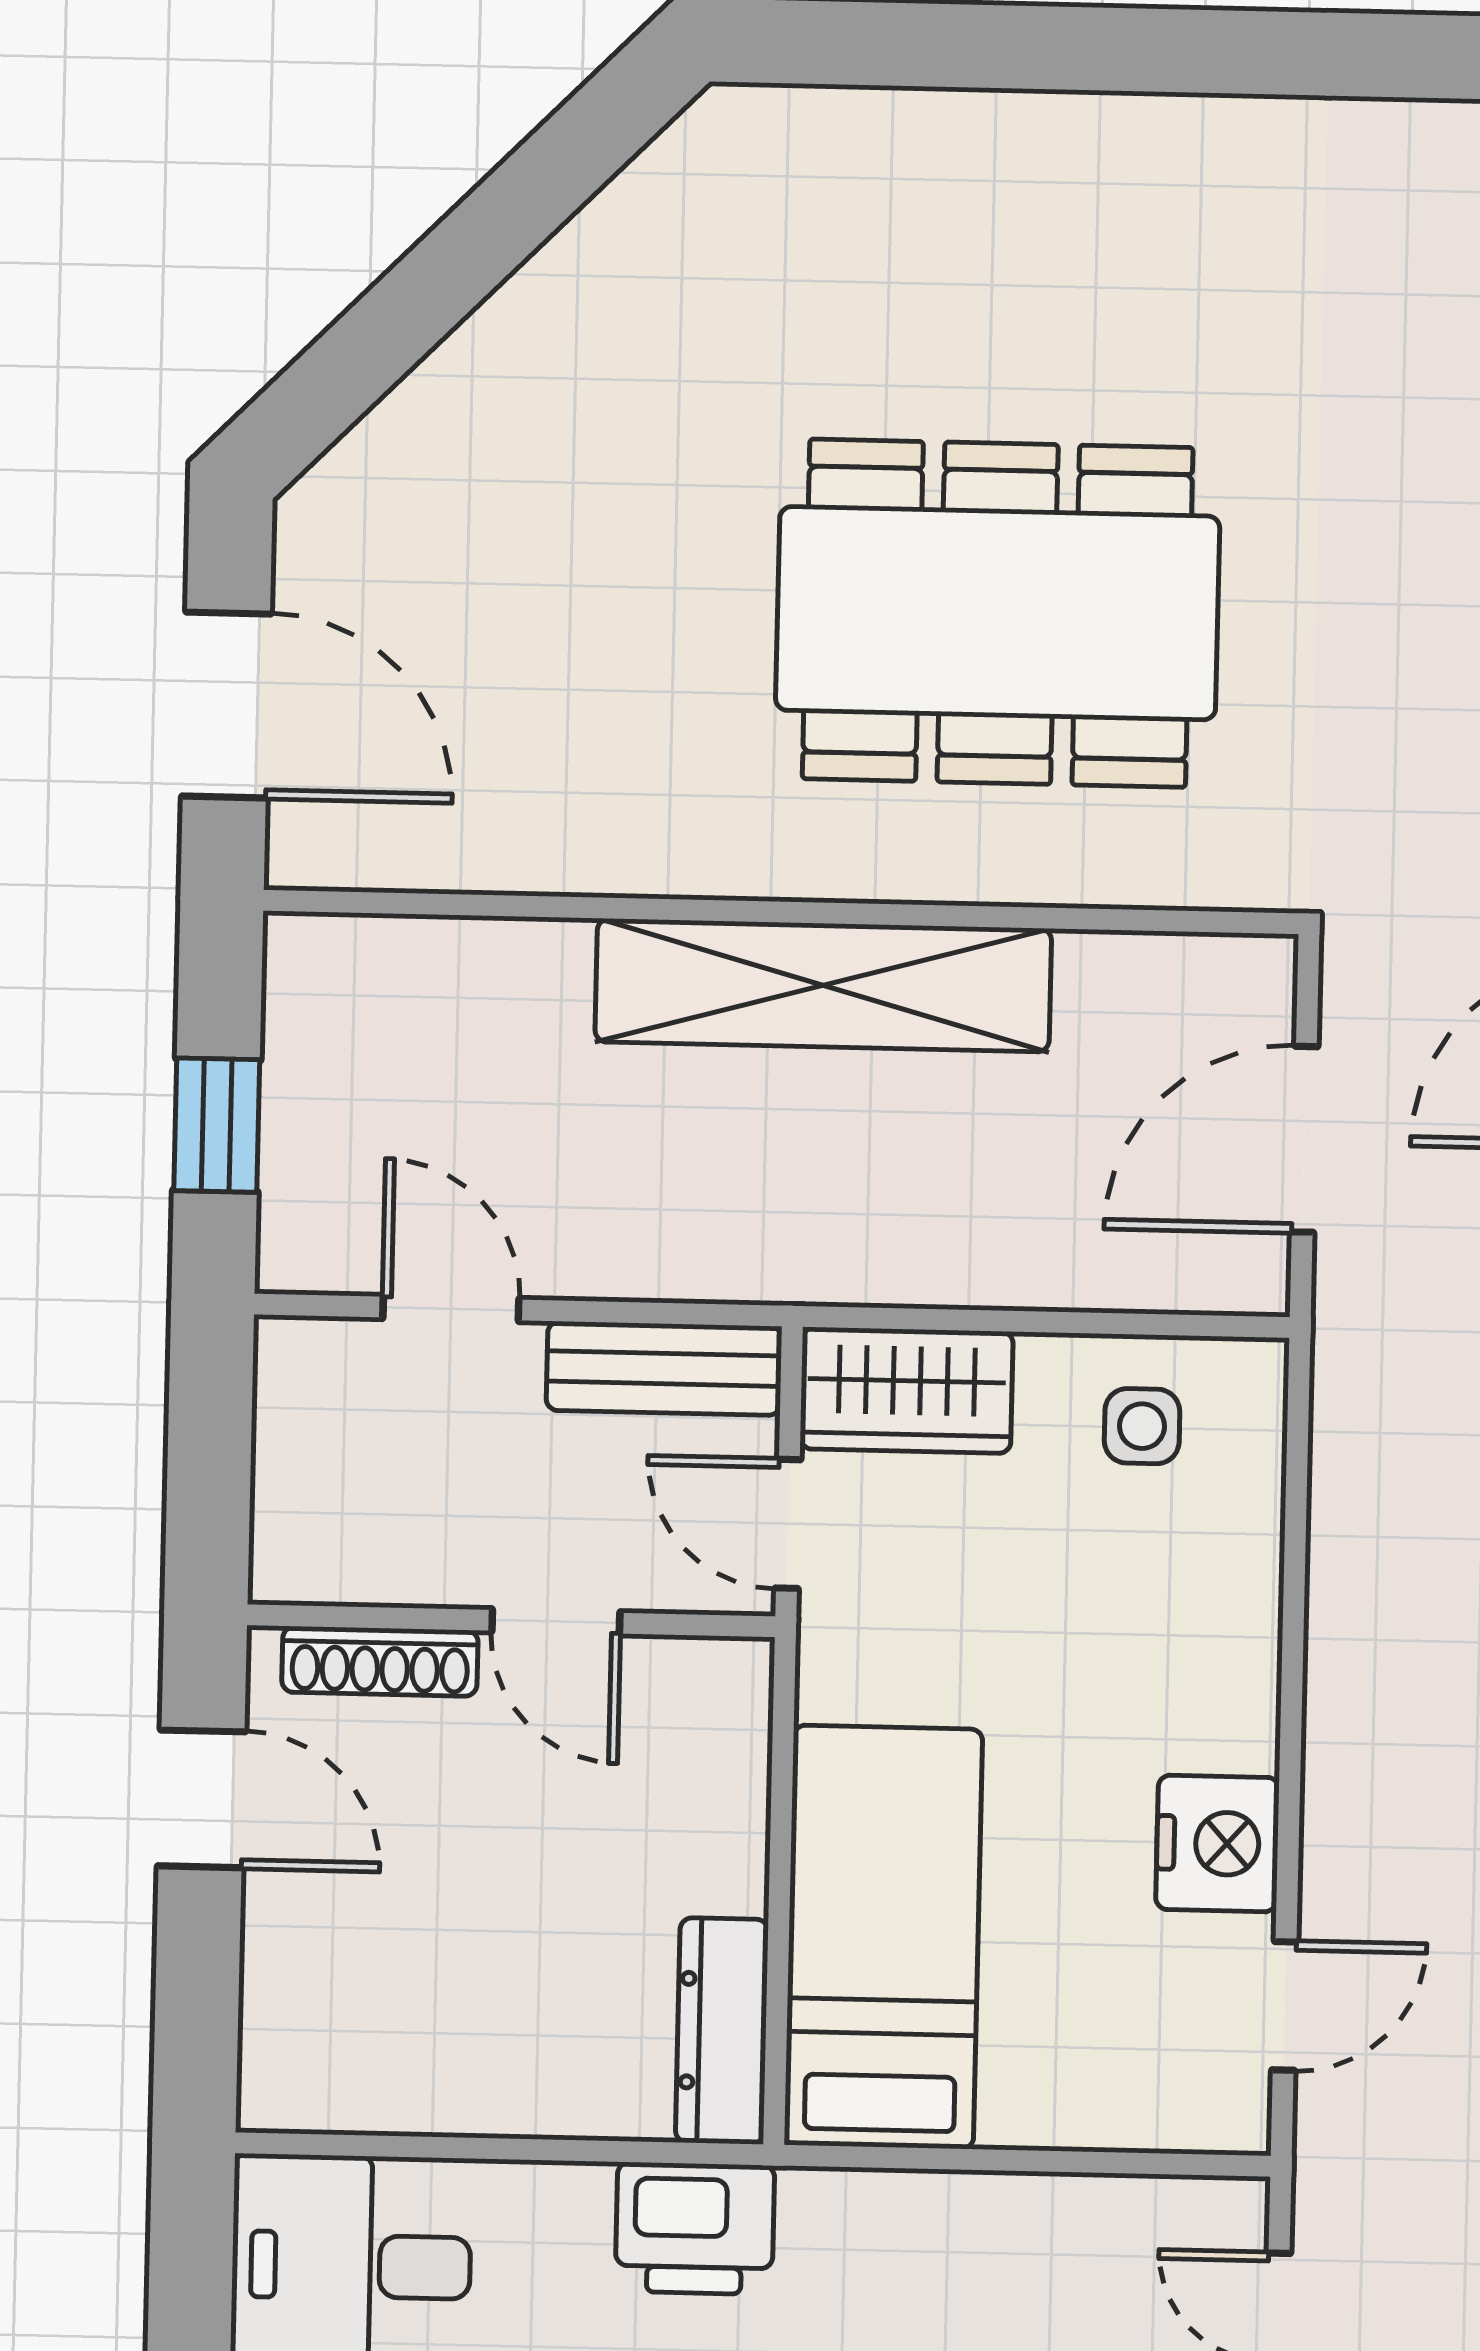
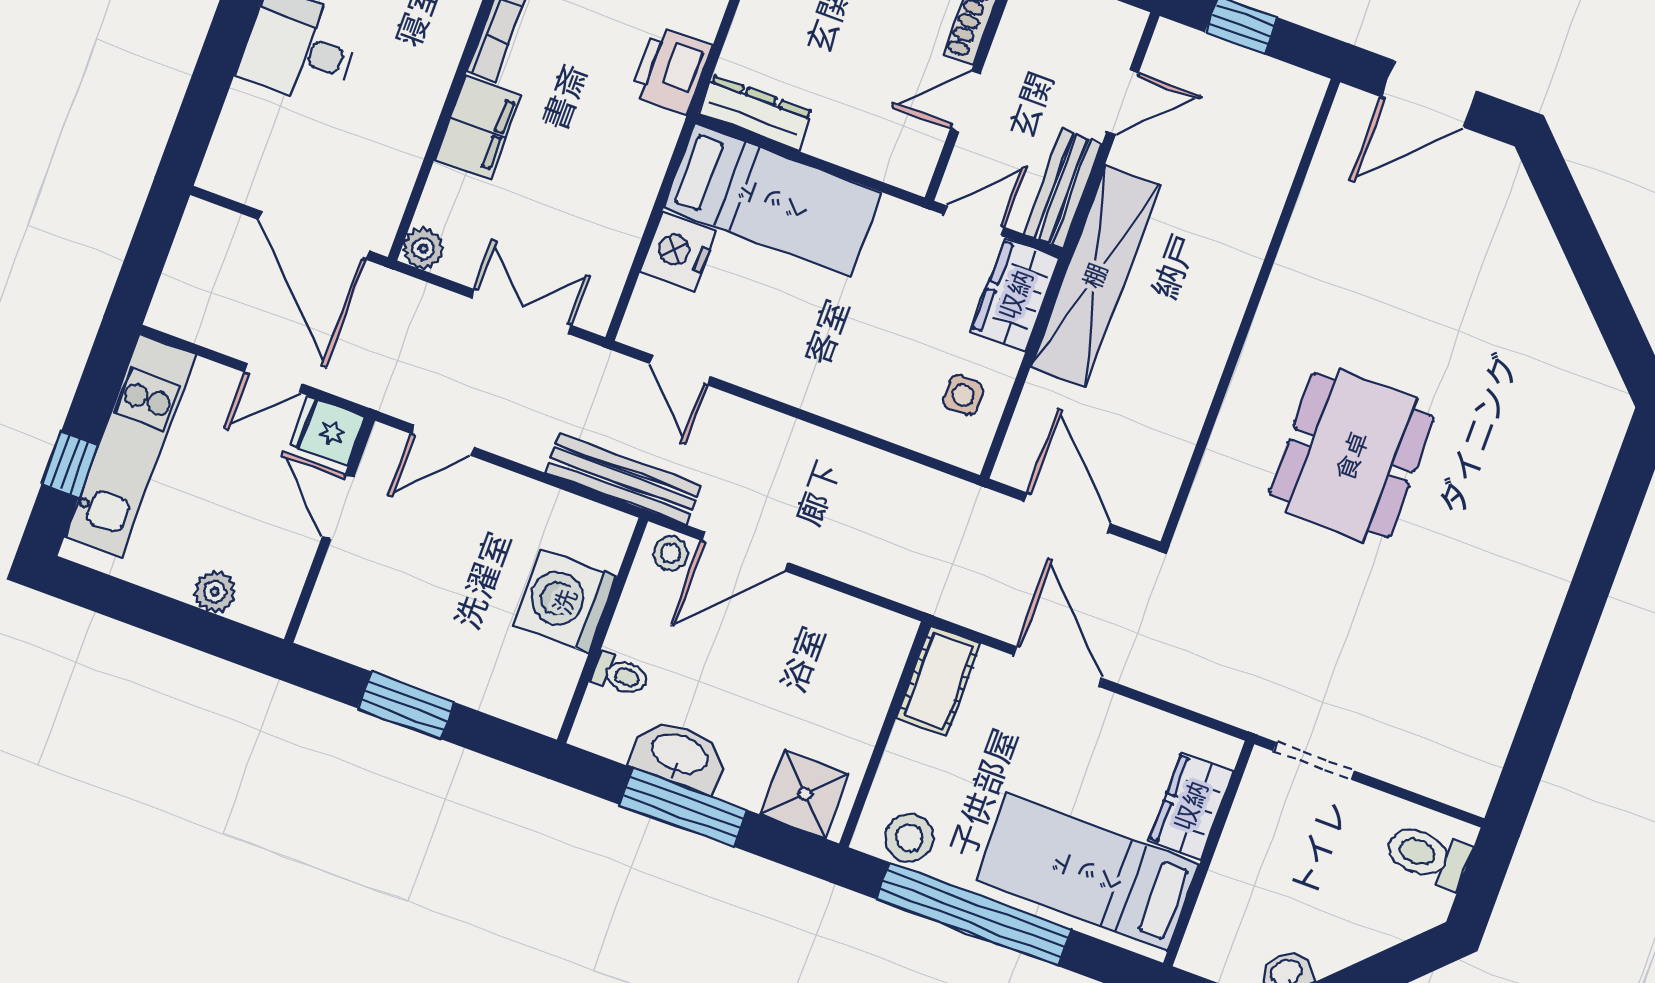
dining table: (998, 613) -> (1352, 456), width x0.73, depth x0.80
shelving: (823, 985) -> (1095, 276), moved
nightstand: (1217, 1844) -> (678, 251), moved, turned 90

